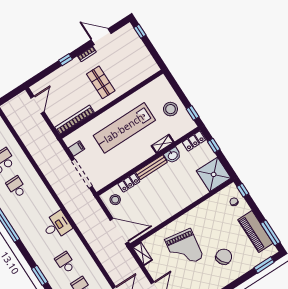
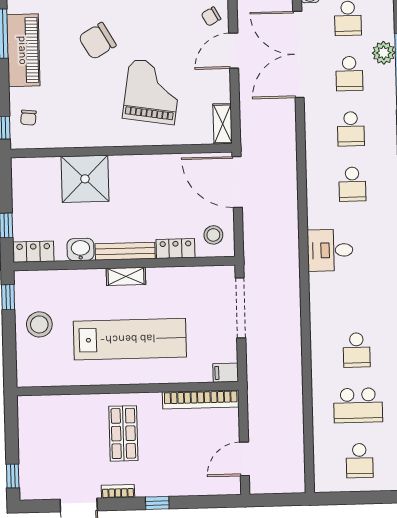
shelving: (163, 144) -> (126, 276), moved
filing cabinet: (76, 149) -> (226, 373), moved
shower: (214, 174) -> (85, 179), moved

